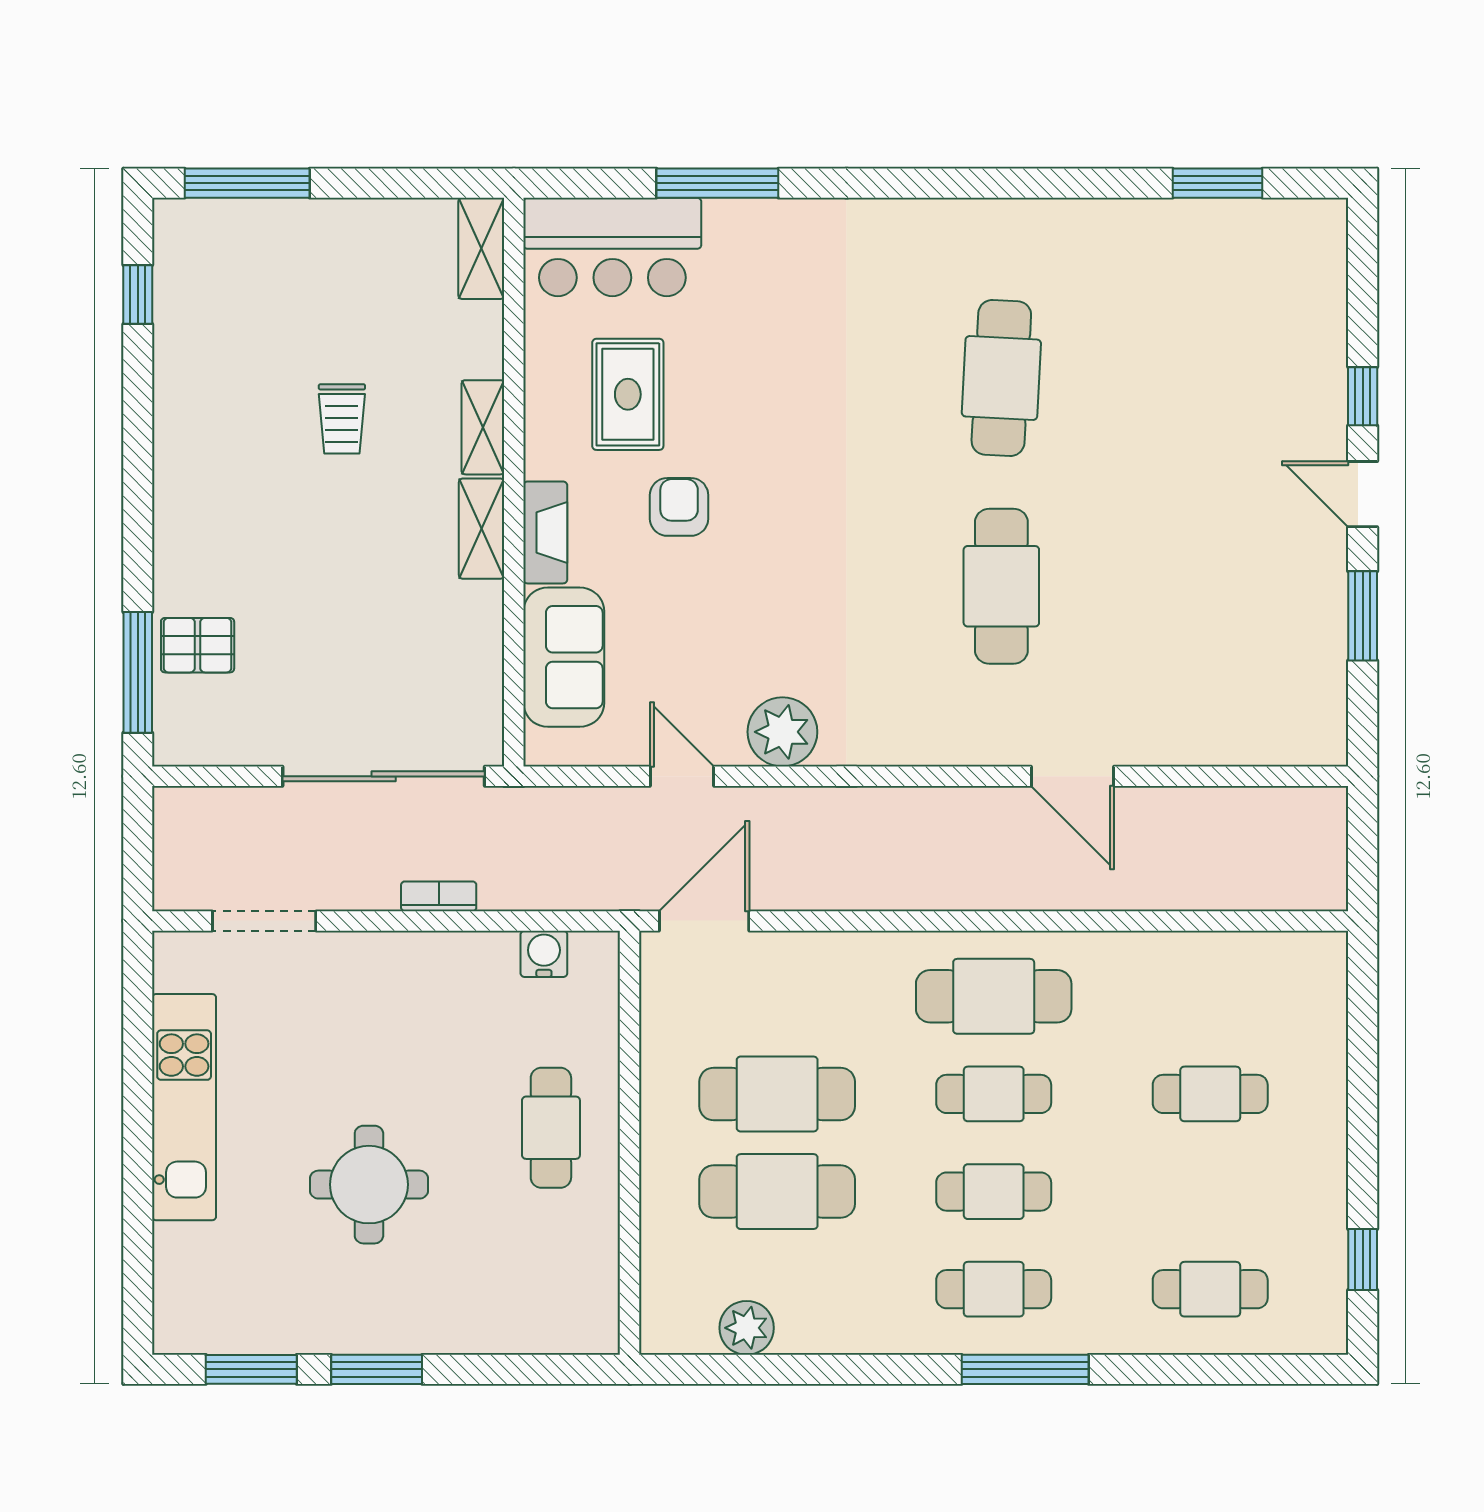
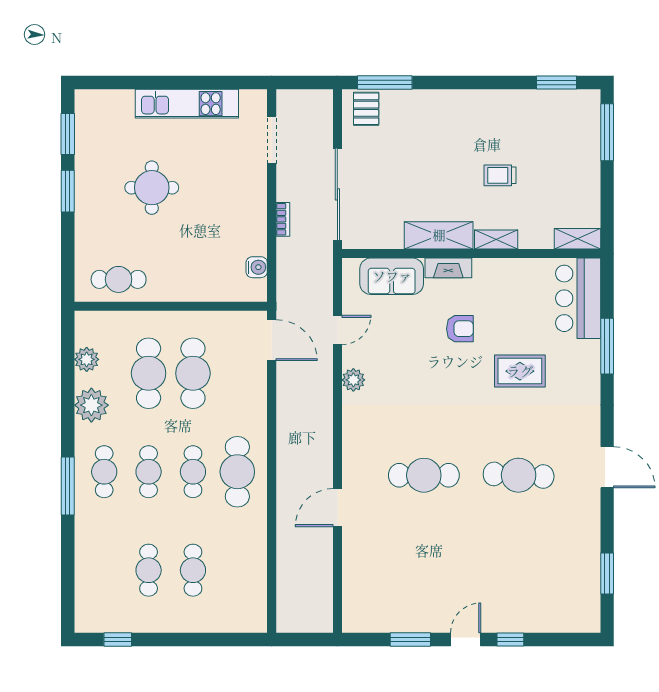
door: (984, 183) -> (607, 467), added
window: (138, 294) -> (557, 82), width x1.50
rug: (628, 394) -> (520, 371), moved
shelving: (482, 529) -> (439, 235), width x1.50, depth x1.33
pallet: (198, 645) -> (366, 109), moved
plant: (782, 732) -> (353, 380), width x0.73, depth x0.73
cafe table: (551, 1128) -> (119, 279), moved
cafe table: (1210, 1289) -> (149, 570), moved
plant: (847, 1317) -> (91, 405), added

